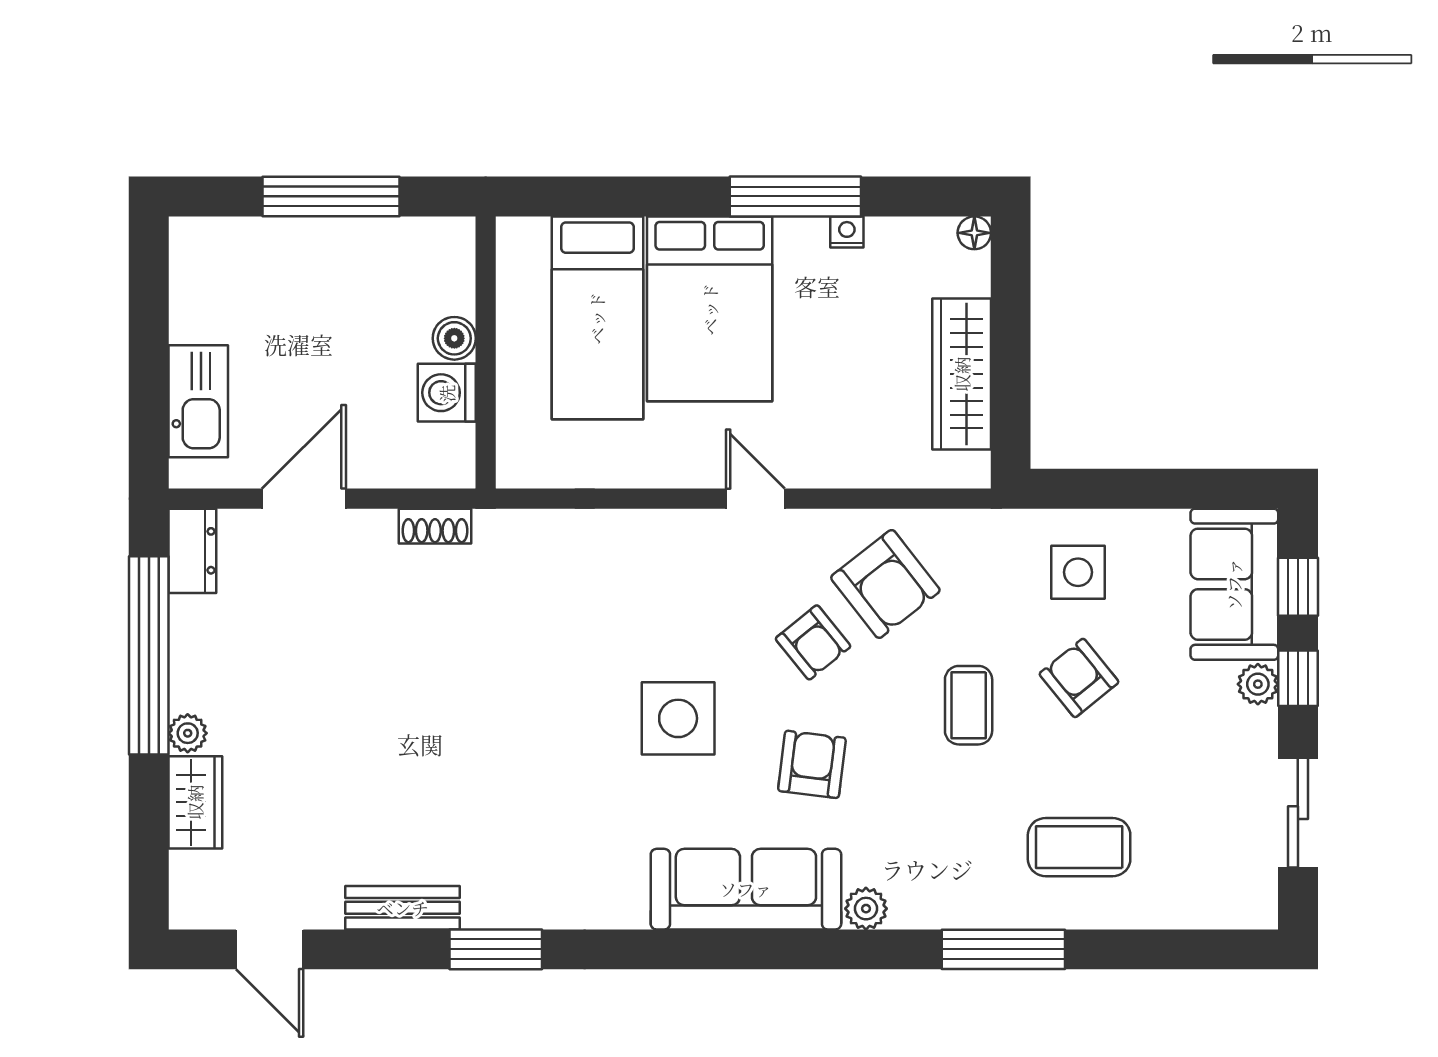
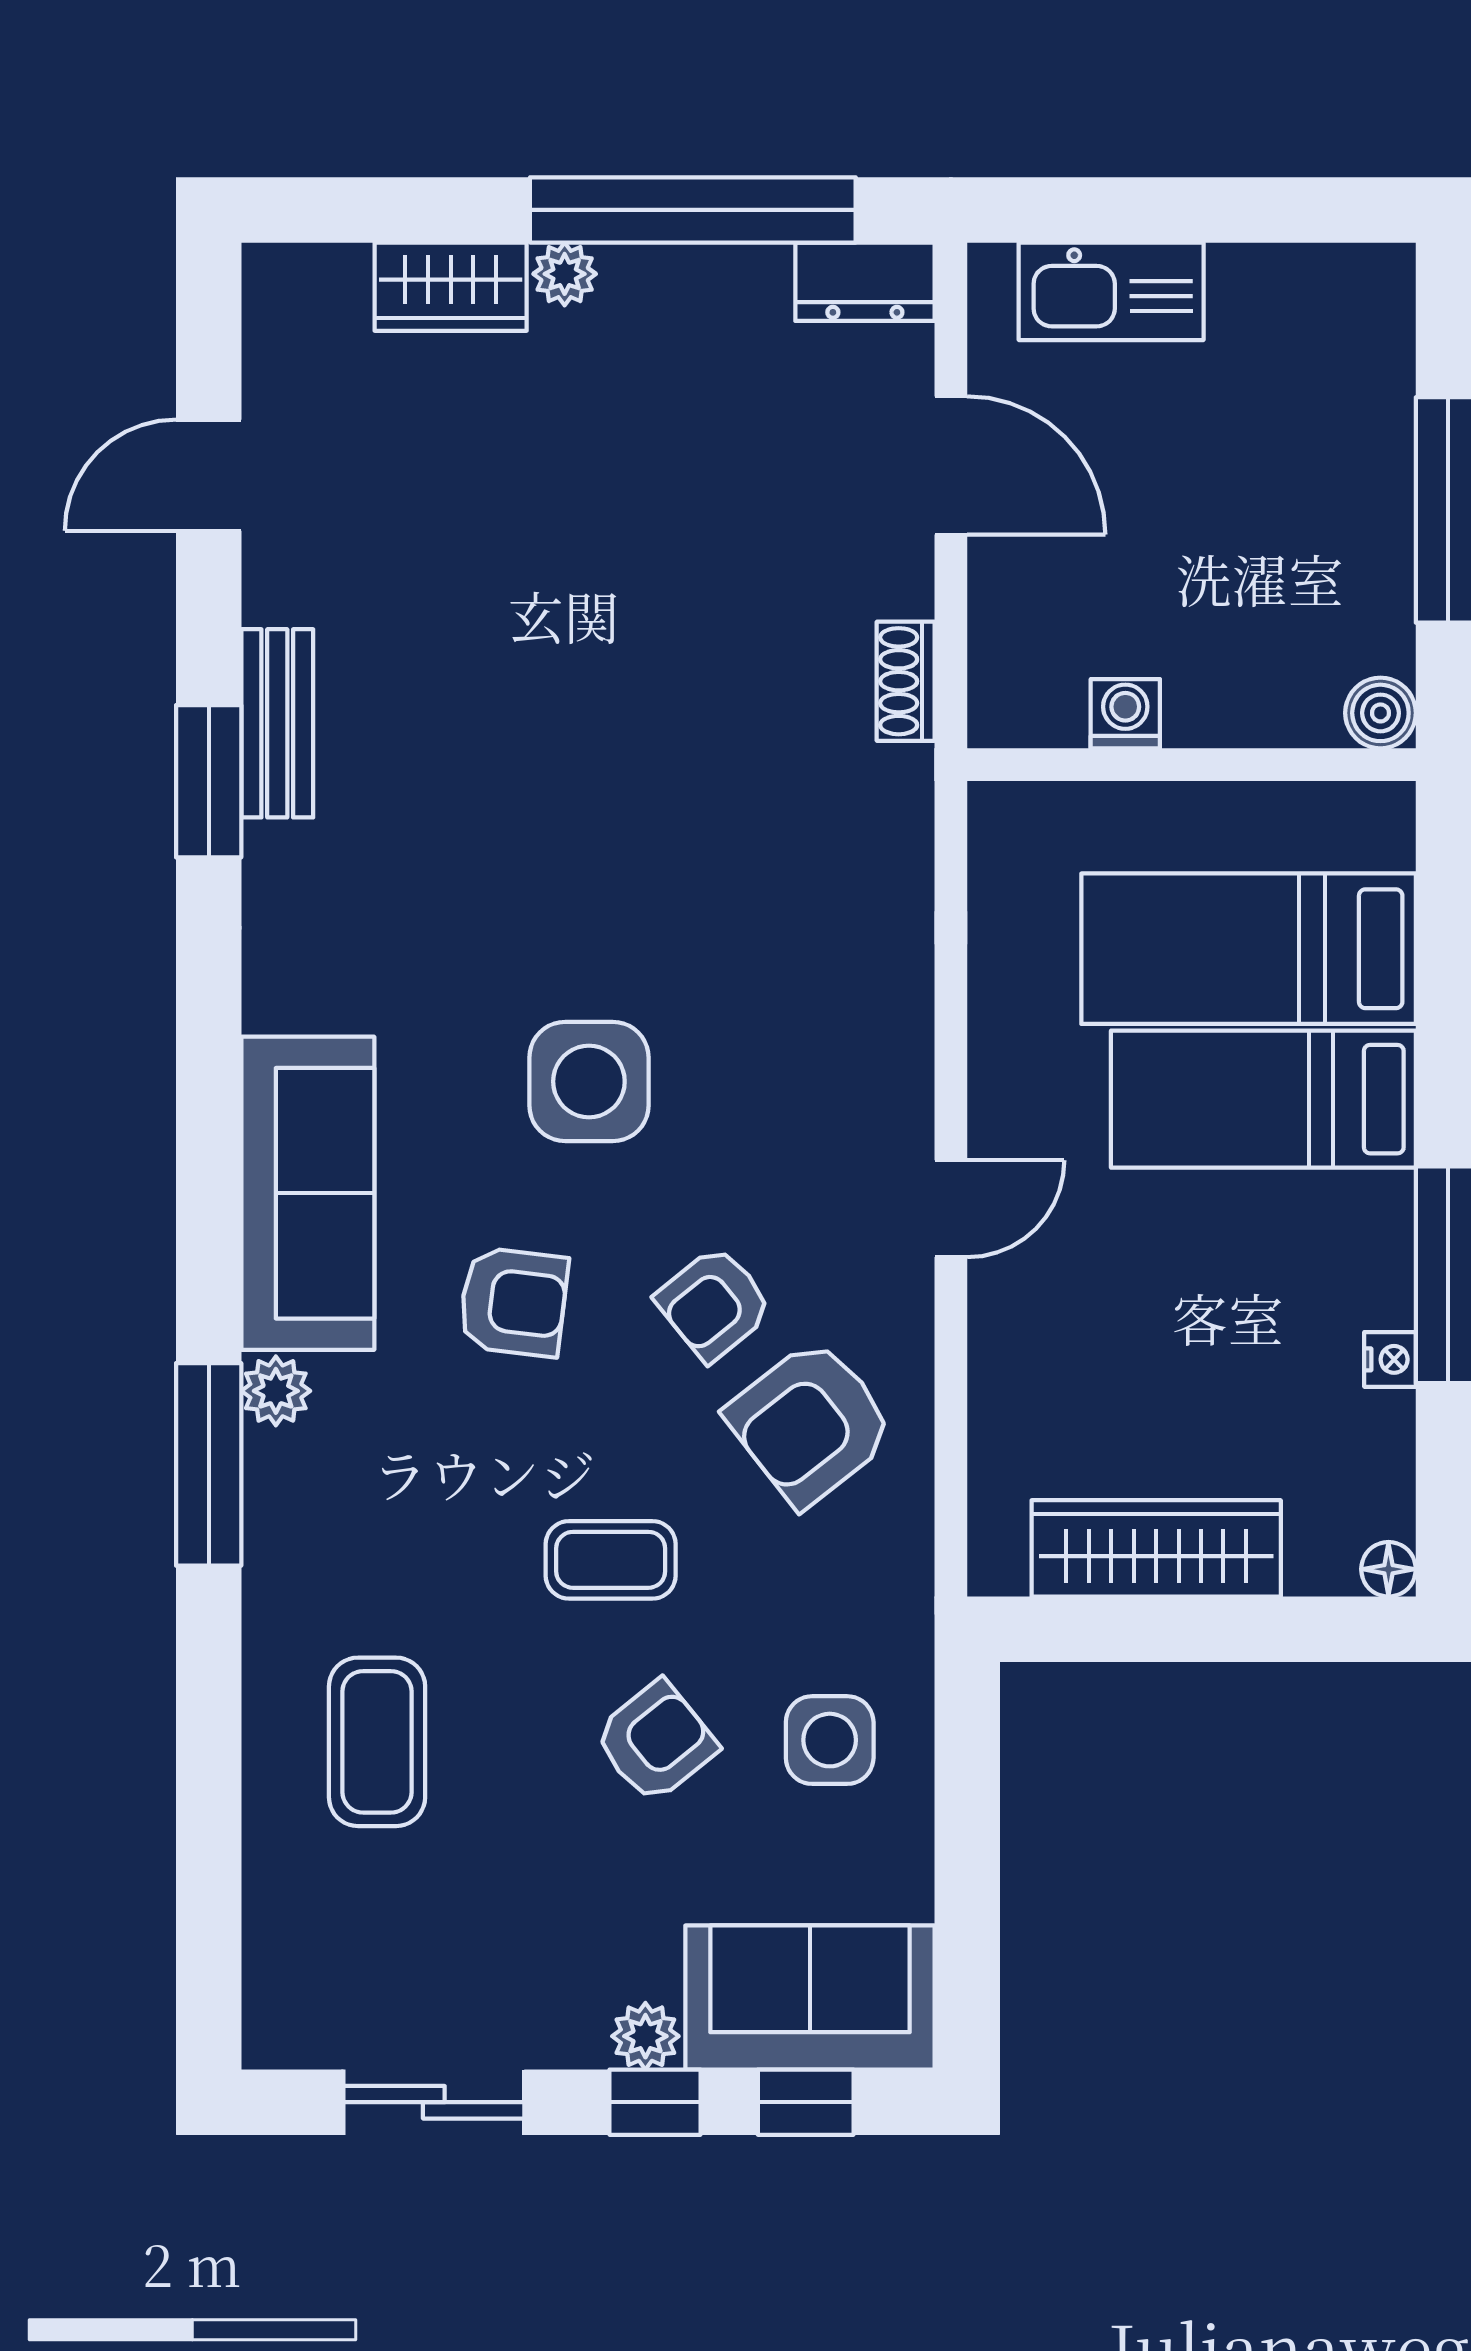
bed: (710, 309) -> (1263, 1099), width x0.67
boiler: (454, 338) -> (1380, 713), moved
washing machine: (447, 393) -> (1125, 714), width x0.73, depth x0.73
bench: (403, 908) -> (277, 723), moved
door: (270, 949) -> (209, 475), moved
window: (1003, 949) -> (209, 1464), moved

